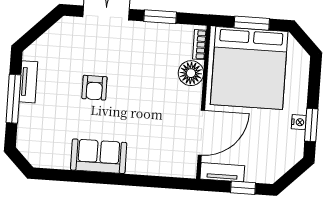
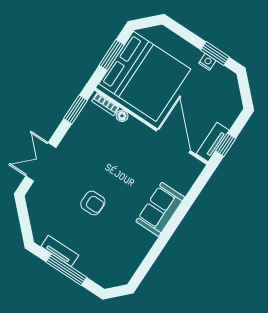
window: (160, 17) -> (76, 110), moved
floor lamp: (191, 73) -> (122, 116), width x0.53, depth x0.53
sofa: (99, 156) -> (160, 209), moved
window: (243, 188) -> (226, 145), moved

